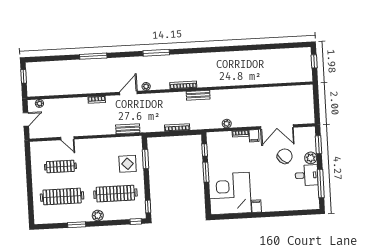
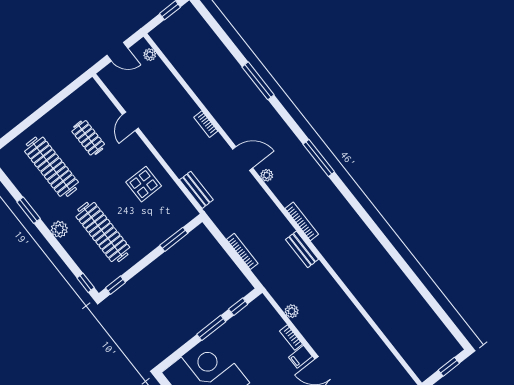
display table: (128, 164) -> (144, 184), moved
clothes rail: (60, 166) -> (88, 138), width x0.73

